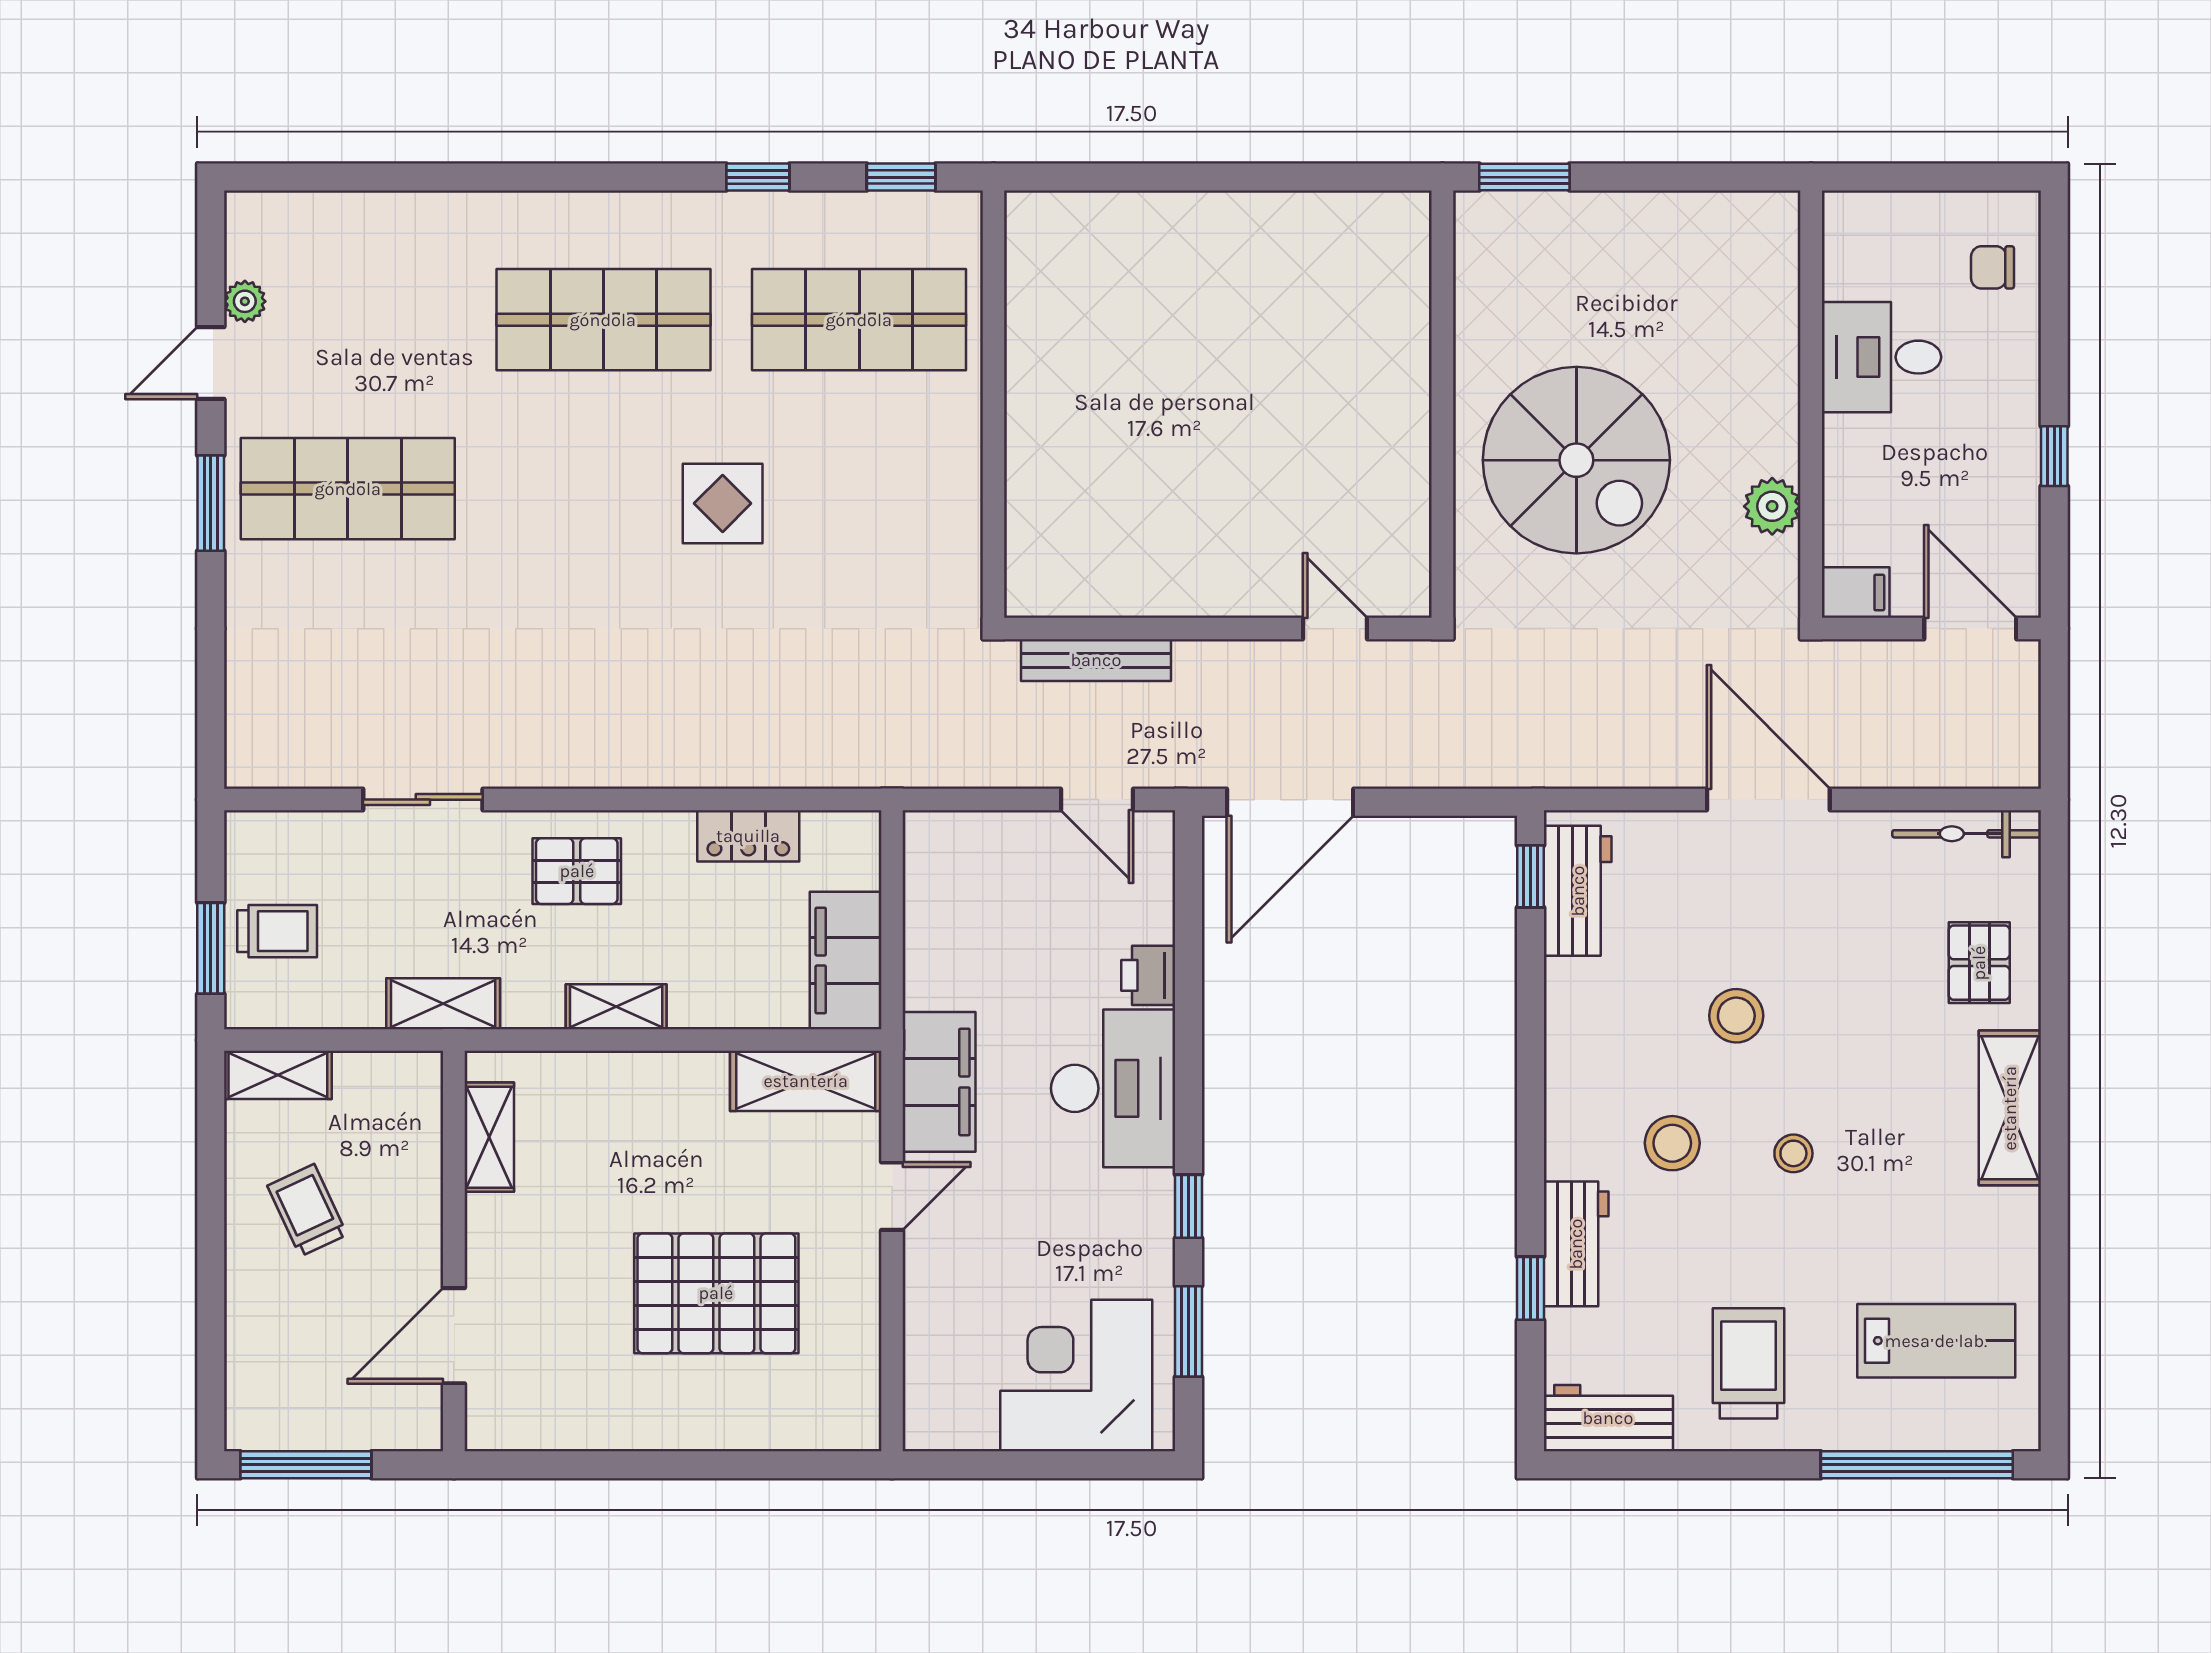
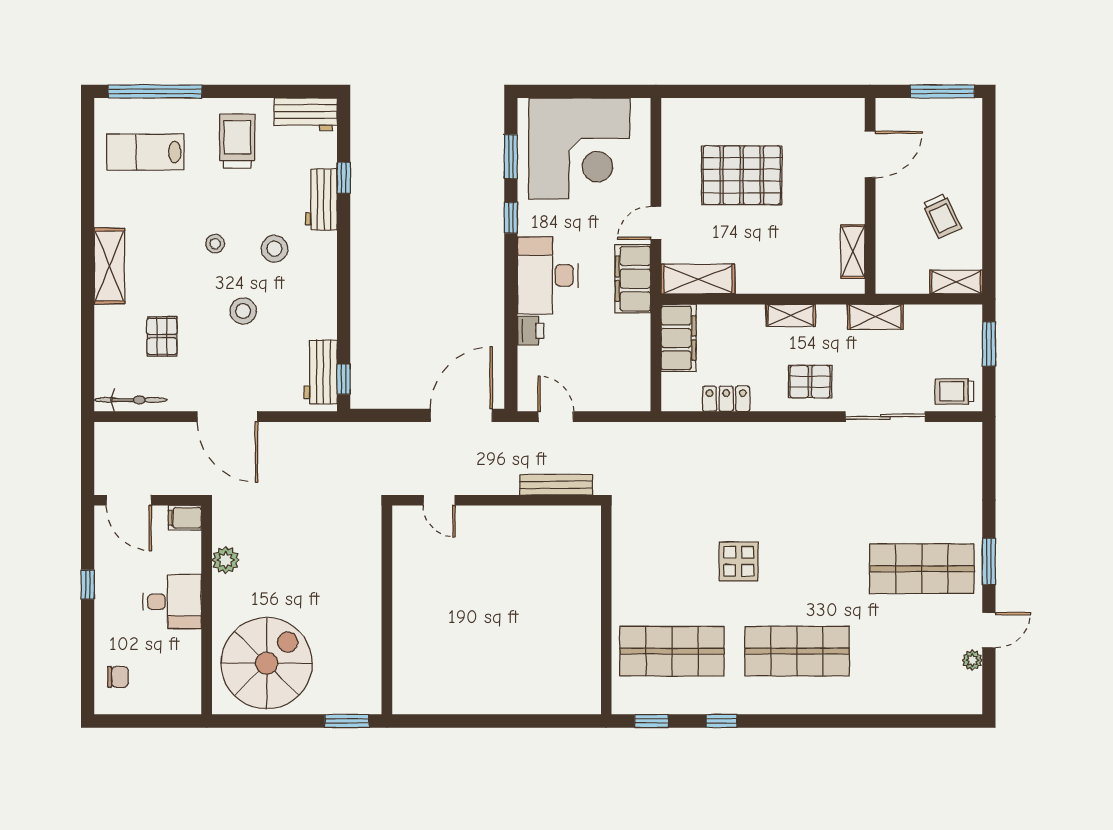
desk: (1881, 357) -> (172, 602), moved
spiral stairs: (1576, 460) -> (267, 663), moved, turned 90
sliding door: (423, 800) -> (885, 417), width x1.37
trolley: (277, 931) -> (954, 391), moved
pallet: (1979, 963) -> (162, 336), moved
trolley: (1749, 1363) -> (237, 141), turned 180
corner desk: (1076, 1375) -> (579, 148), width x1.36, depth x1.36

